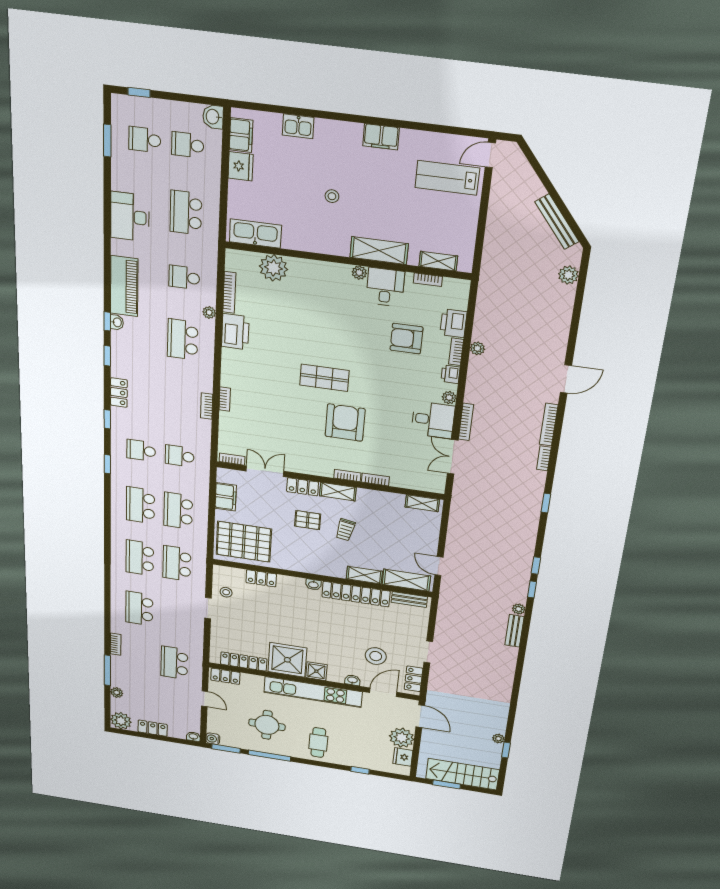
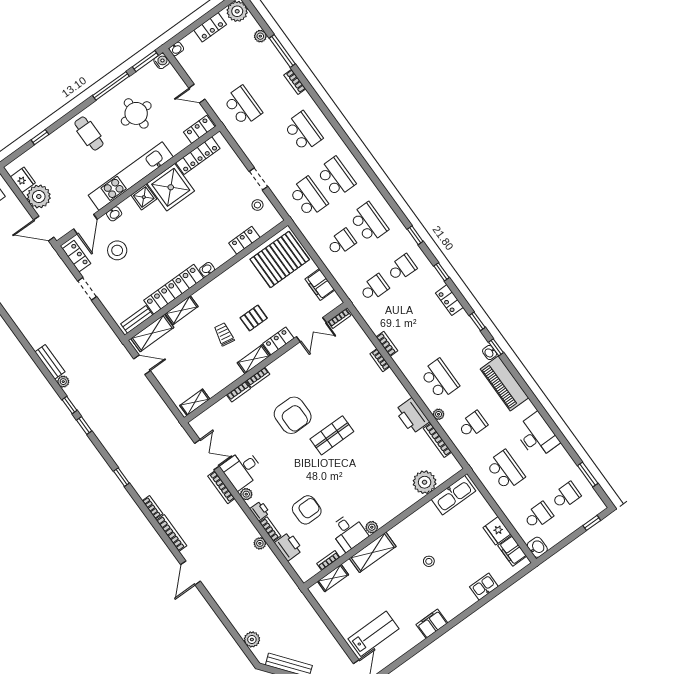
school desk: (178, 511) -> (341, 242), width x0.54

